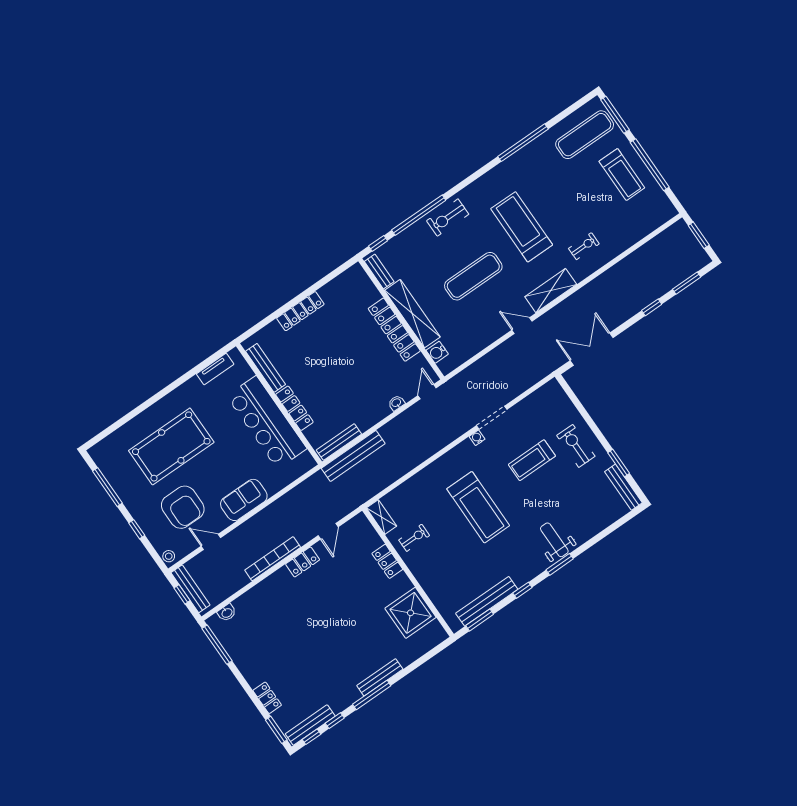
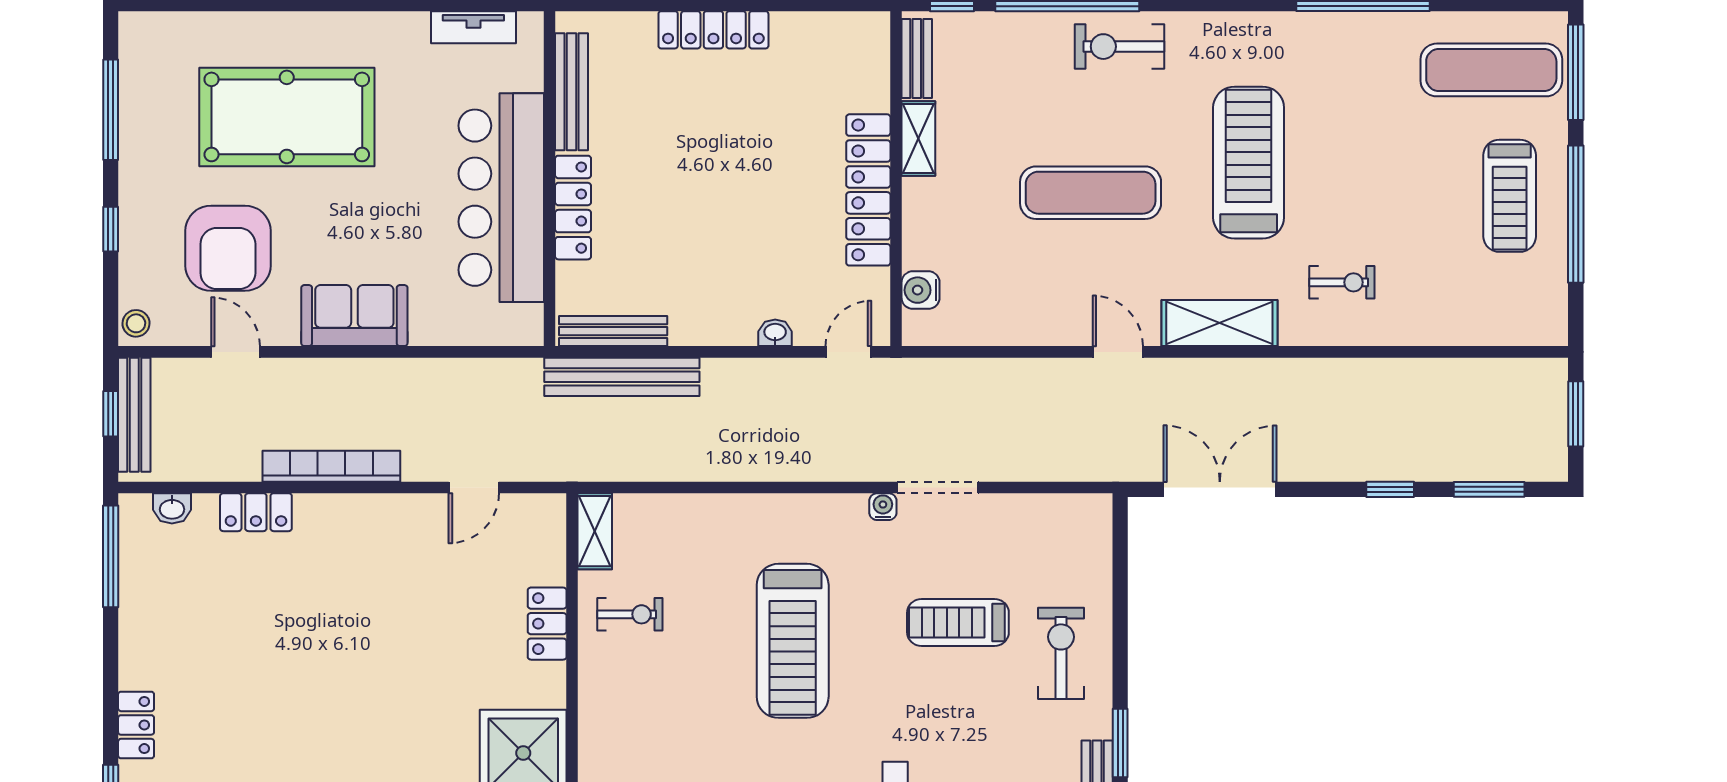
shelving: (412, 314) -> (918, 139), width x0.45, depth x0.75
locker: (303, 562) -> (256, 512), moved

